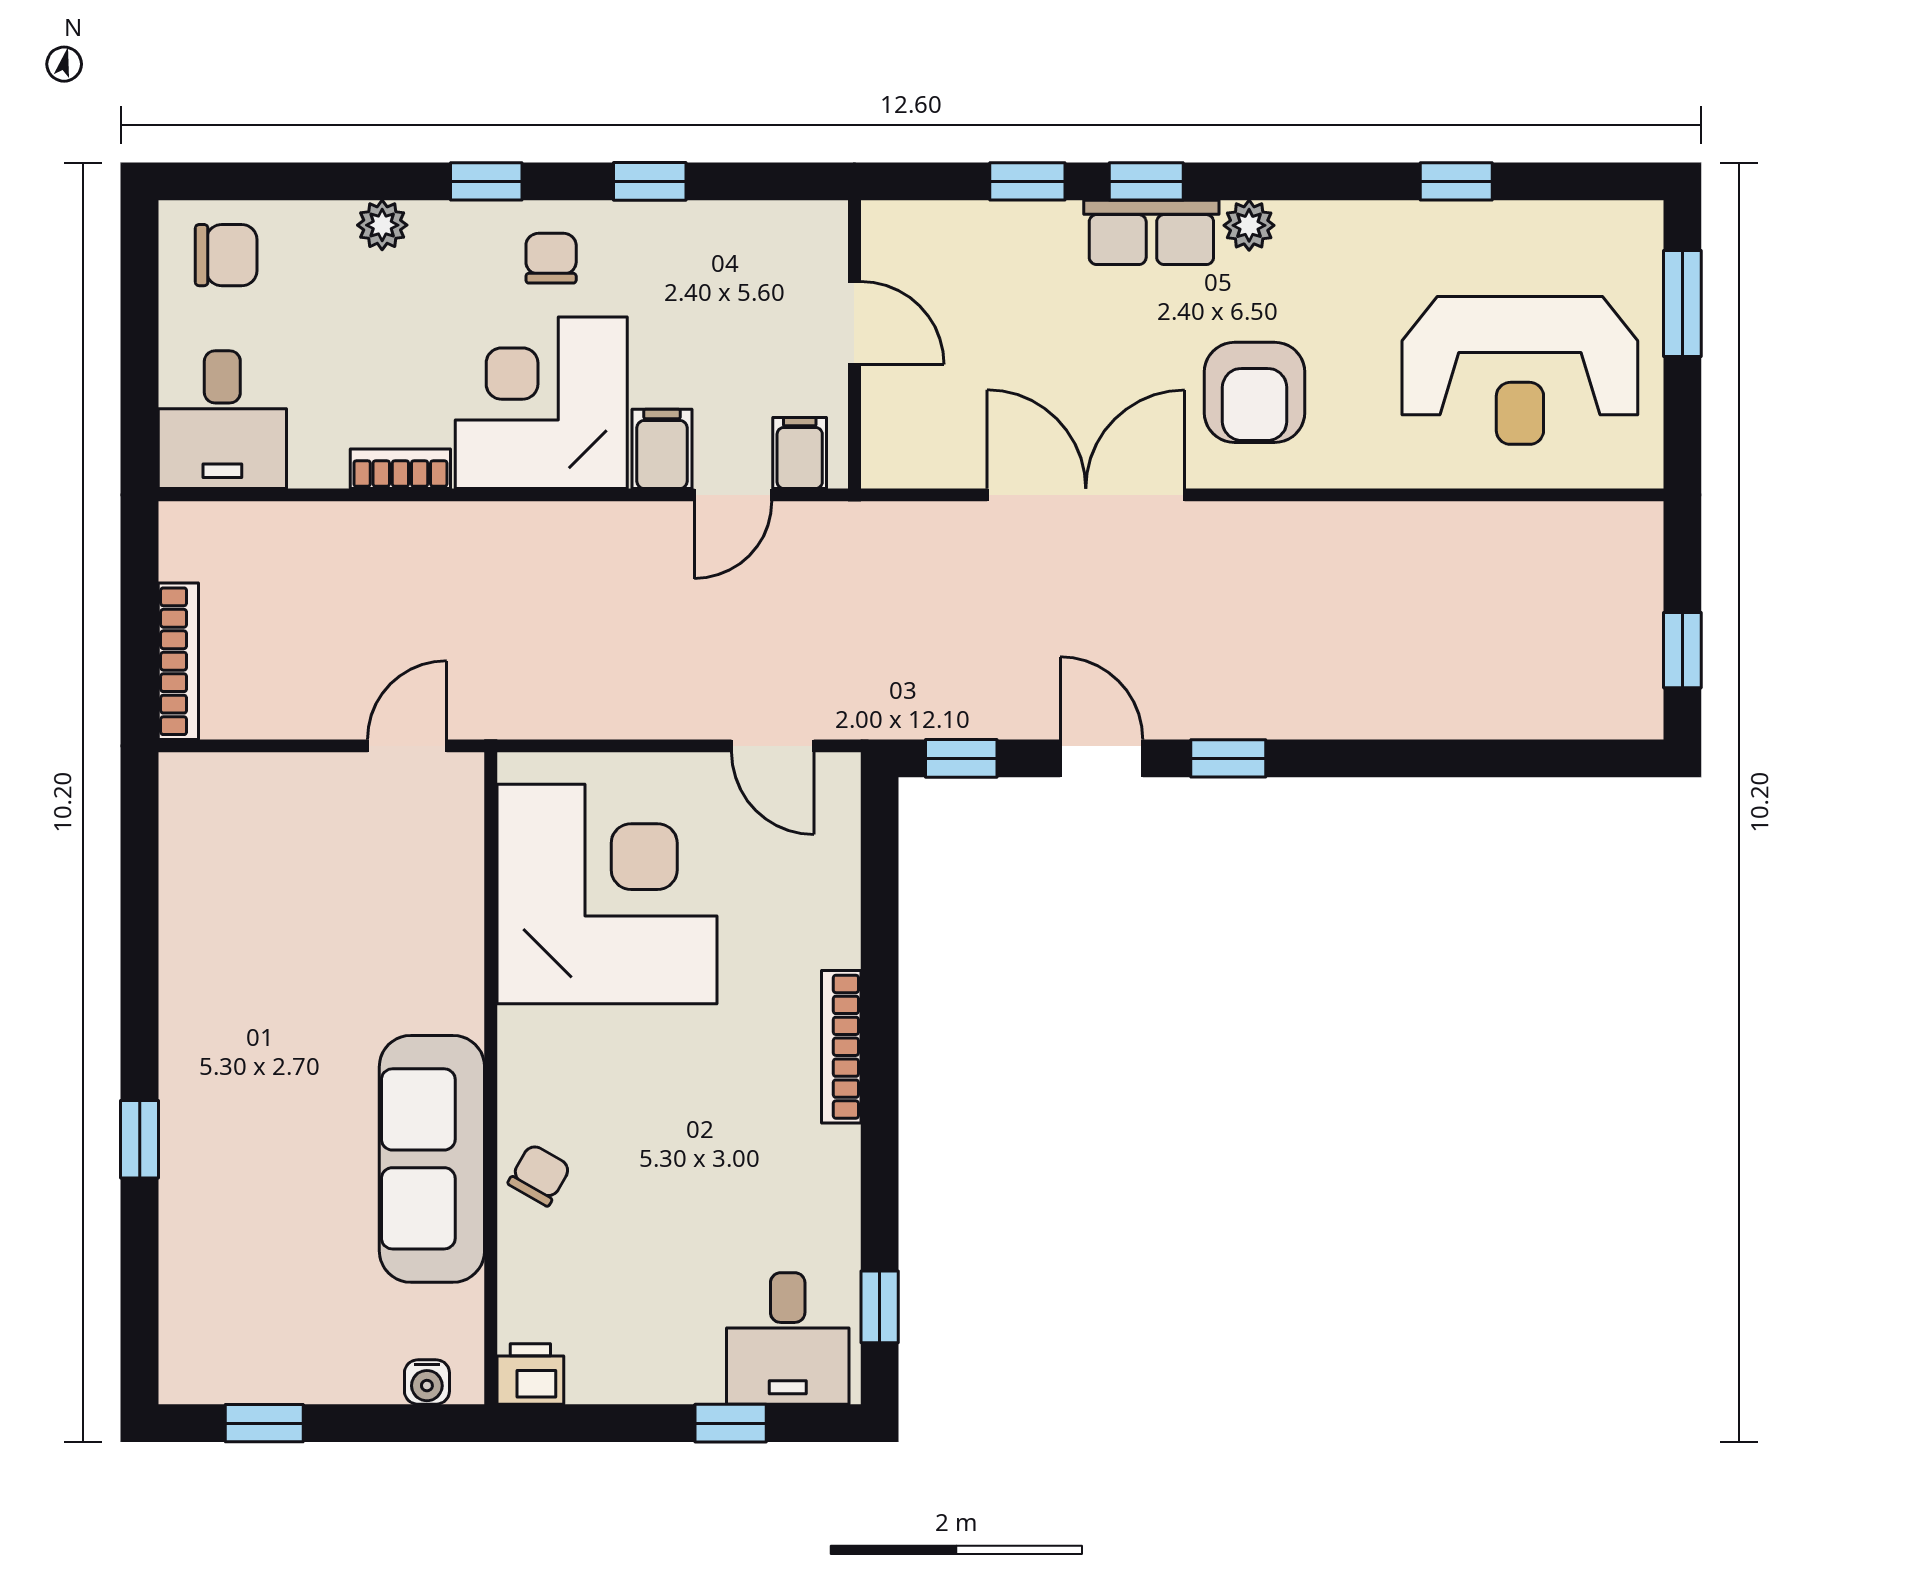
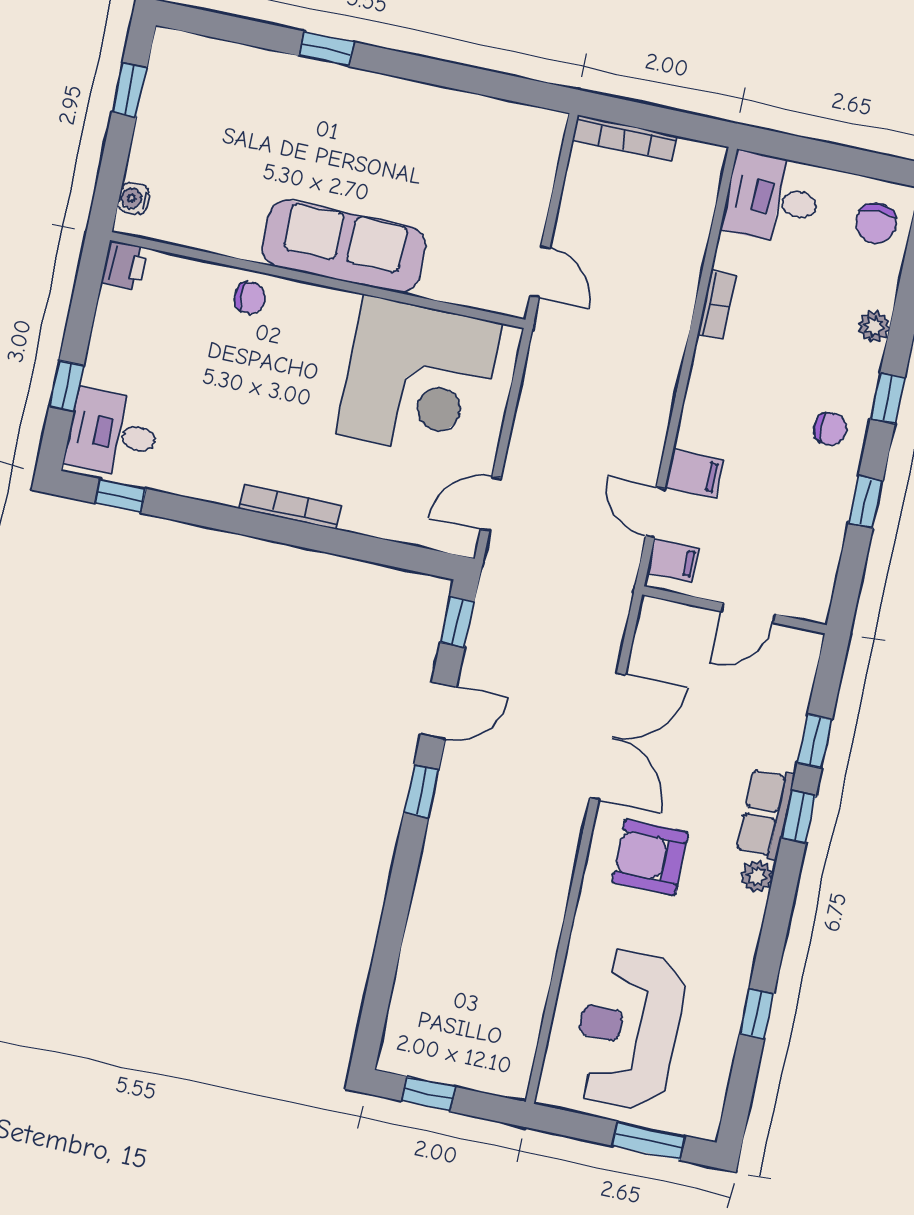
corner desk: (541, 403) -> (740, 403), removed
sofa: (432, 1159) -> (344, 247), moved
chair: (539, 1175) -> (250, 298), turned -30

